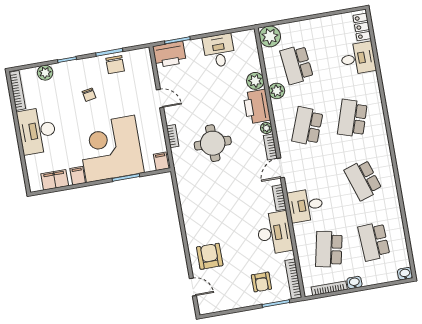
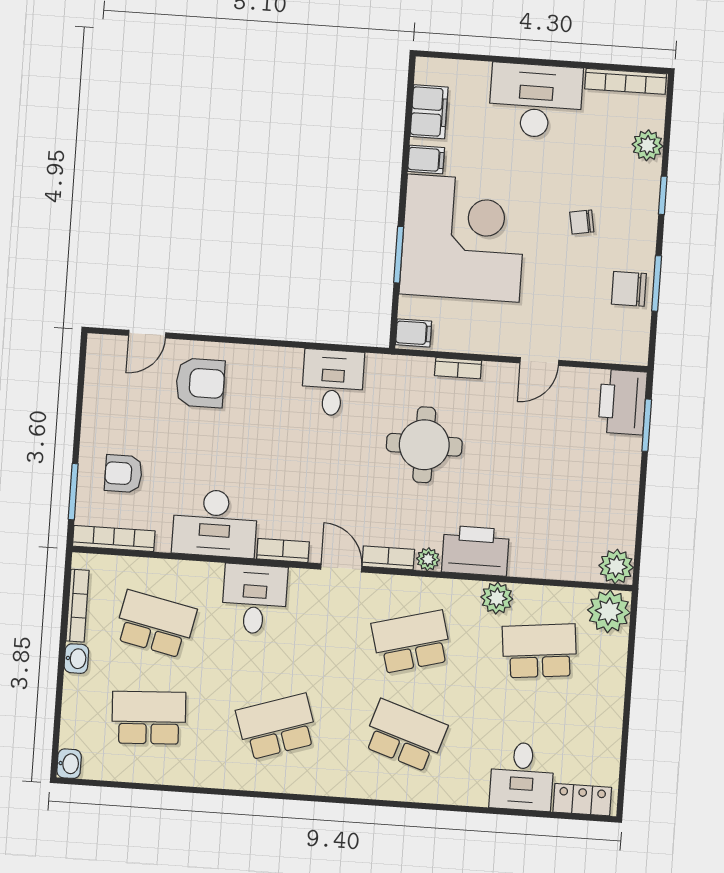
desk: (219, 51) -> (333, 383), moved, turned -90
plant: (255, 81) -> (616, 567), moved
school desk: (307, 126) -> (411, 642), turned -36

